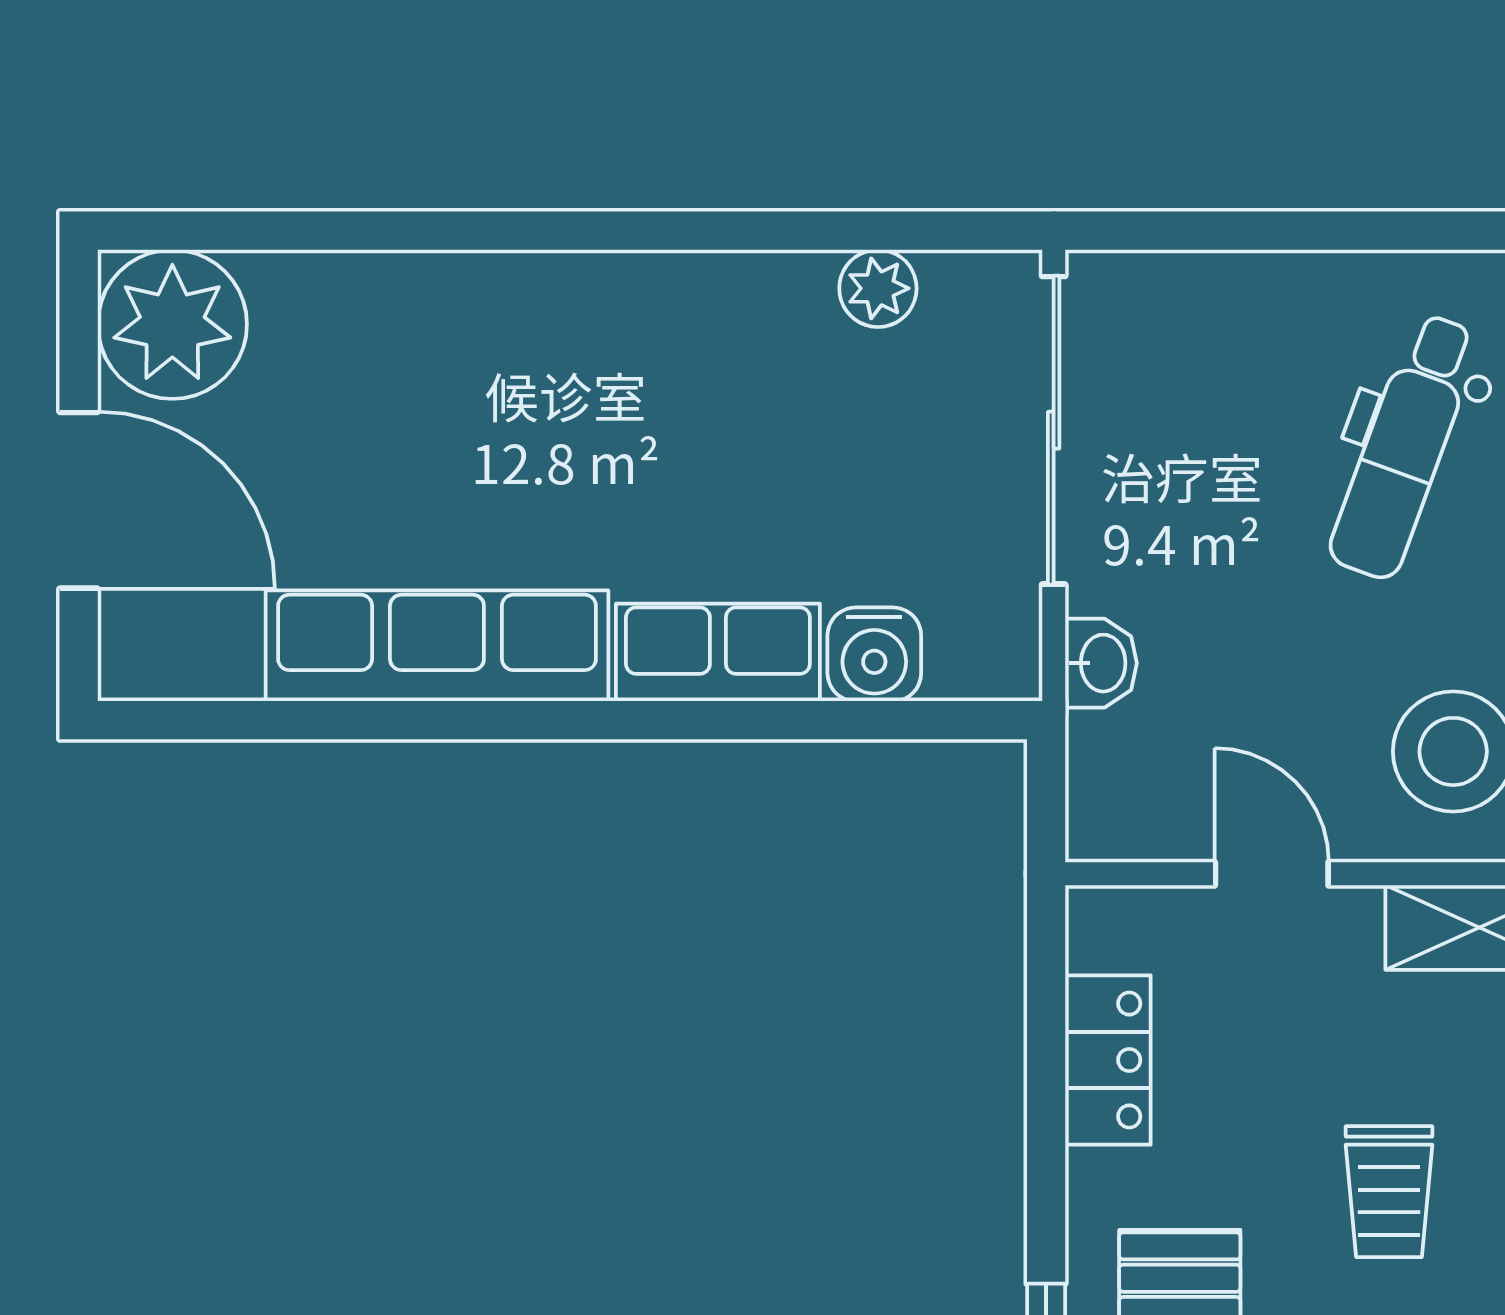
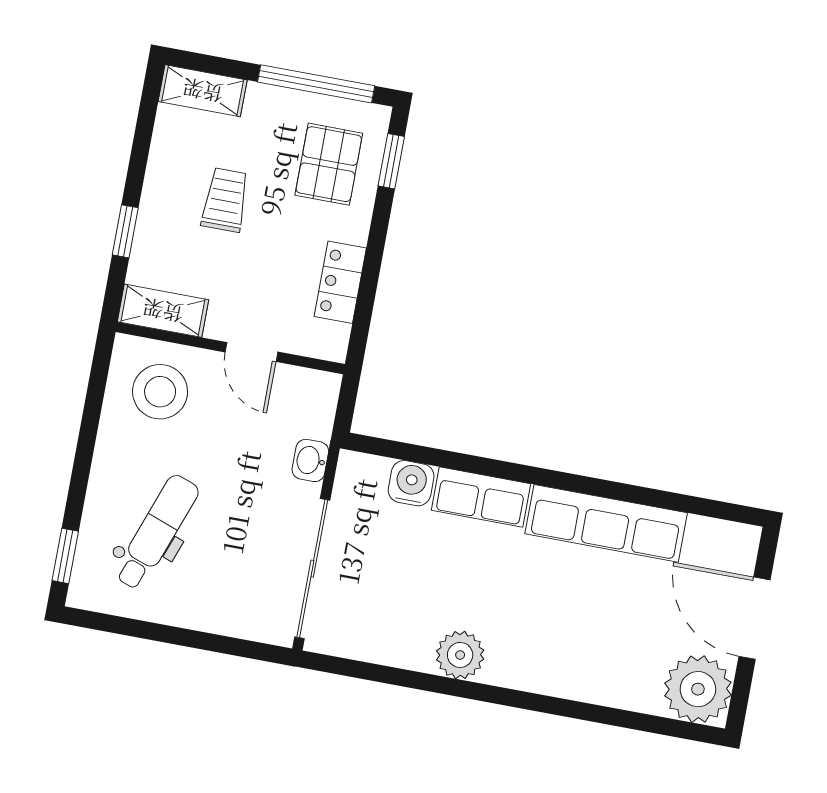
plant: (878, 288) -> (460, 655), moved, width x1.38, depth x1.38

